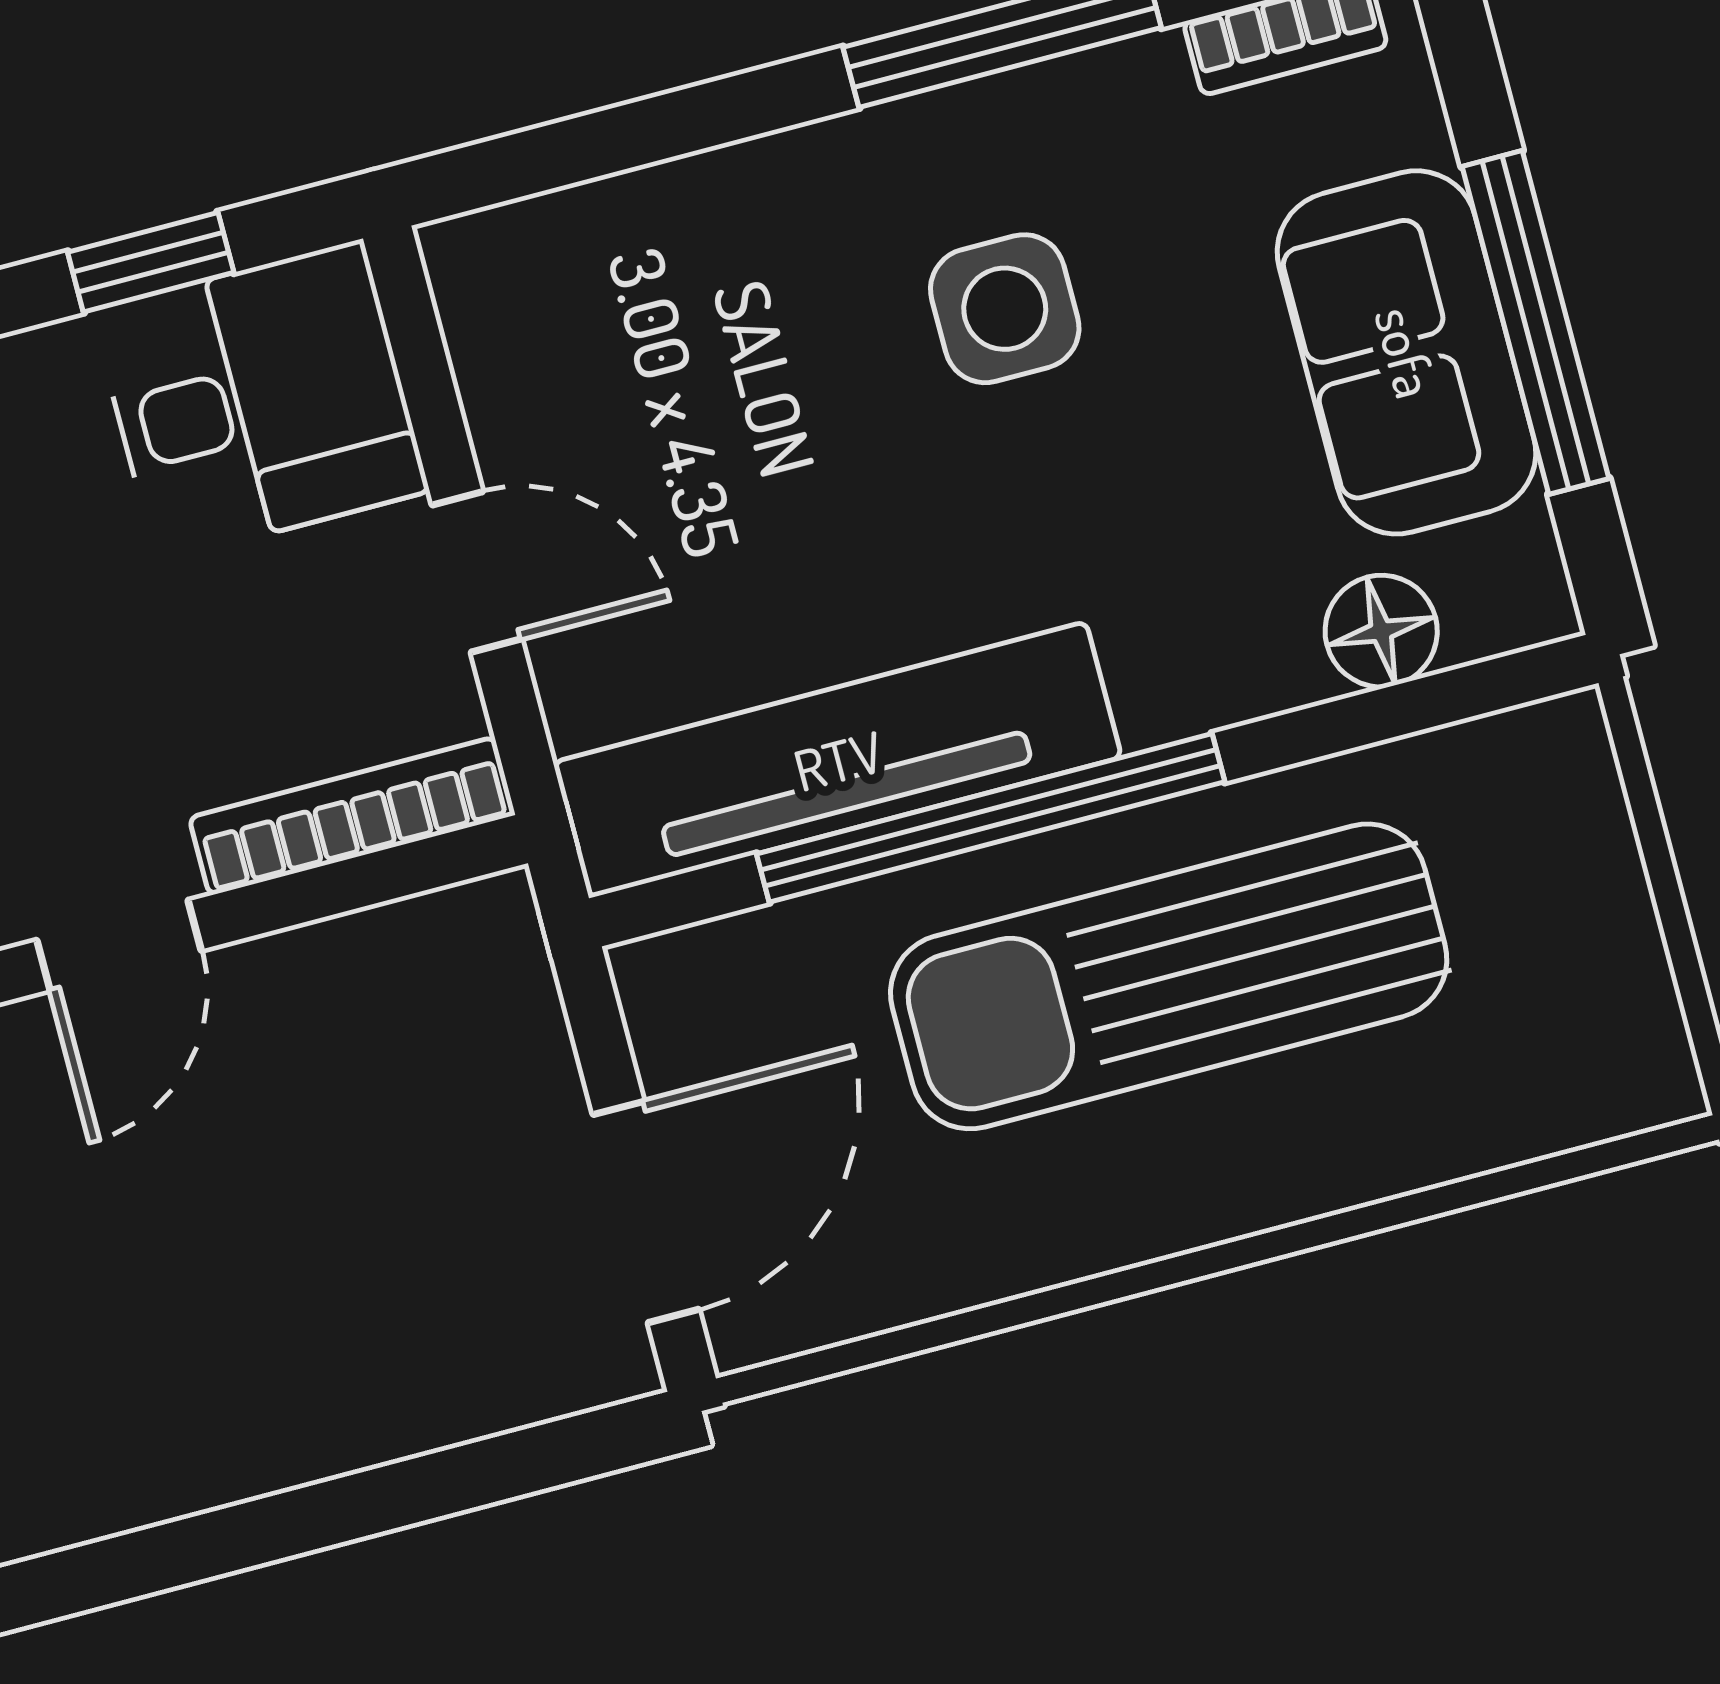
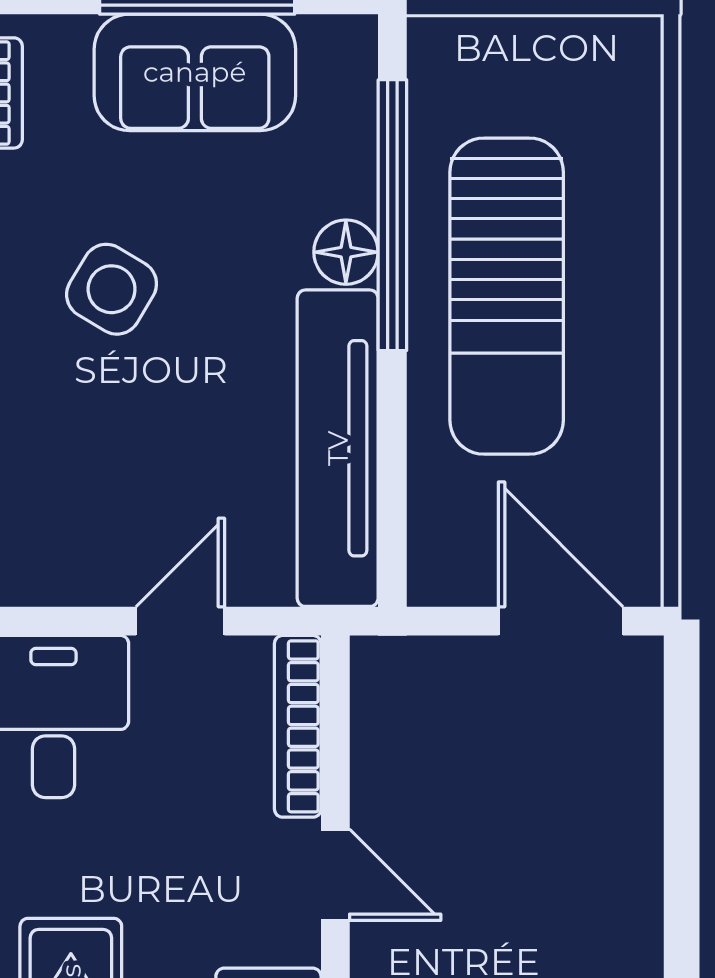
side table: (1005, 309) -> (112, 289), turned 31
floor lamp: (1381, 631) -> (346, 252), moved
window: (991, 818) -> (392, 215), moved

